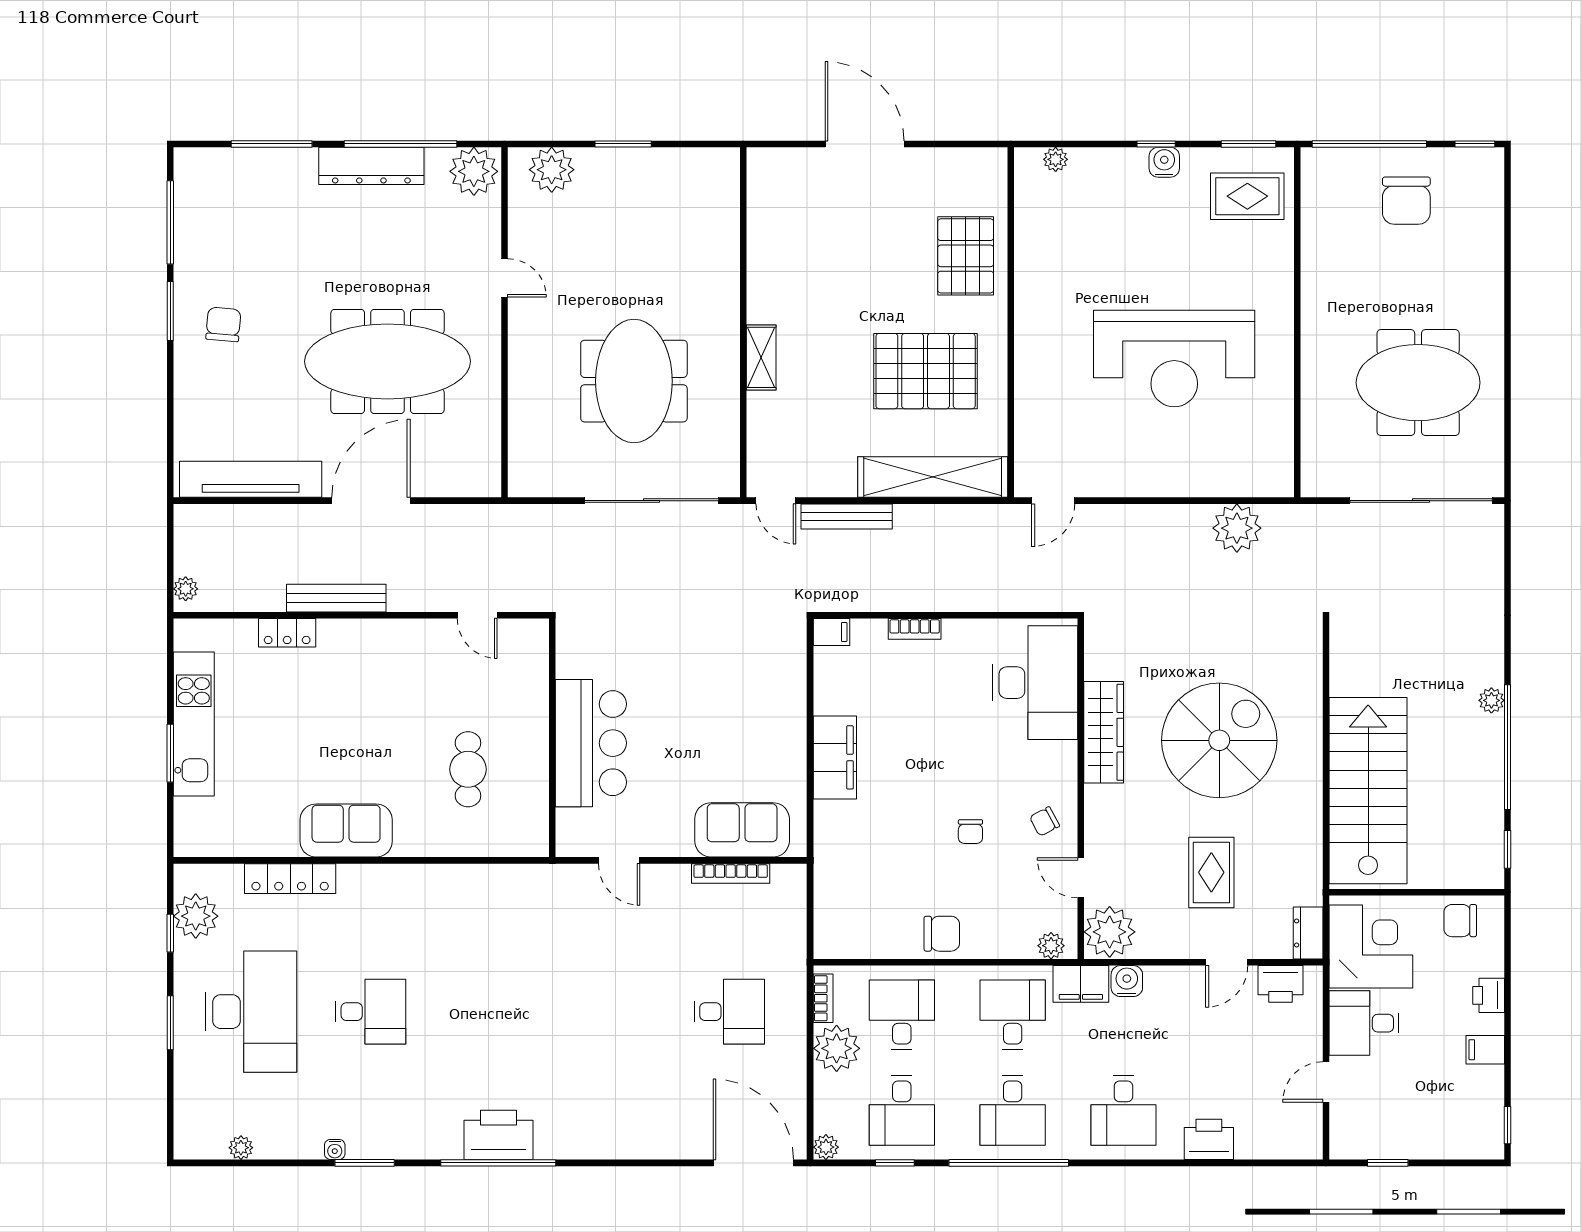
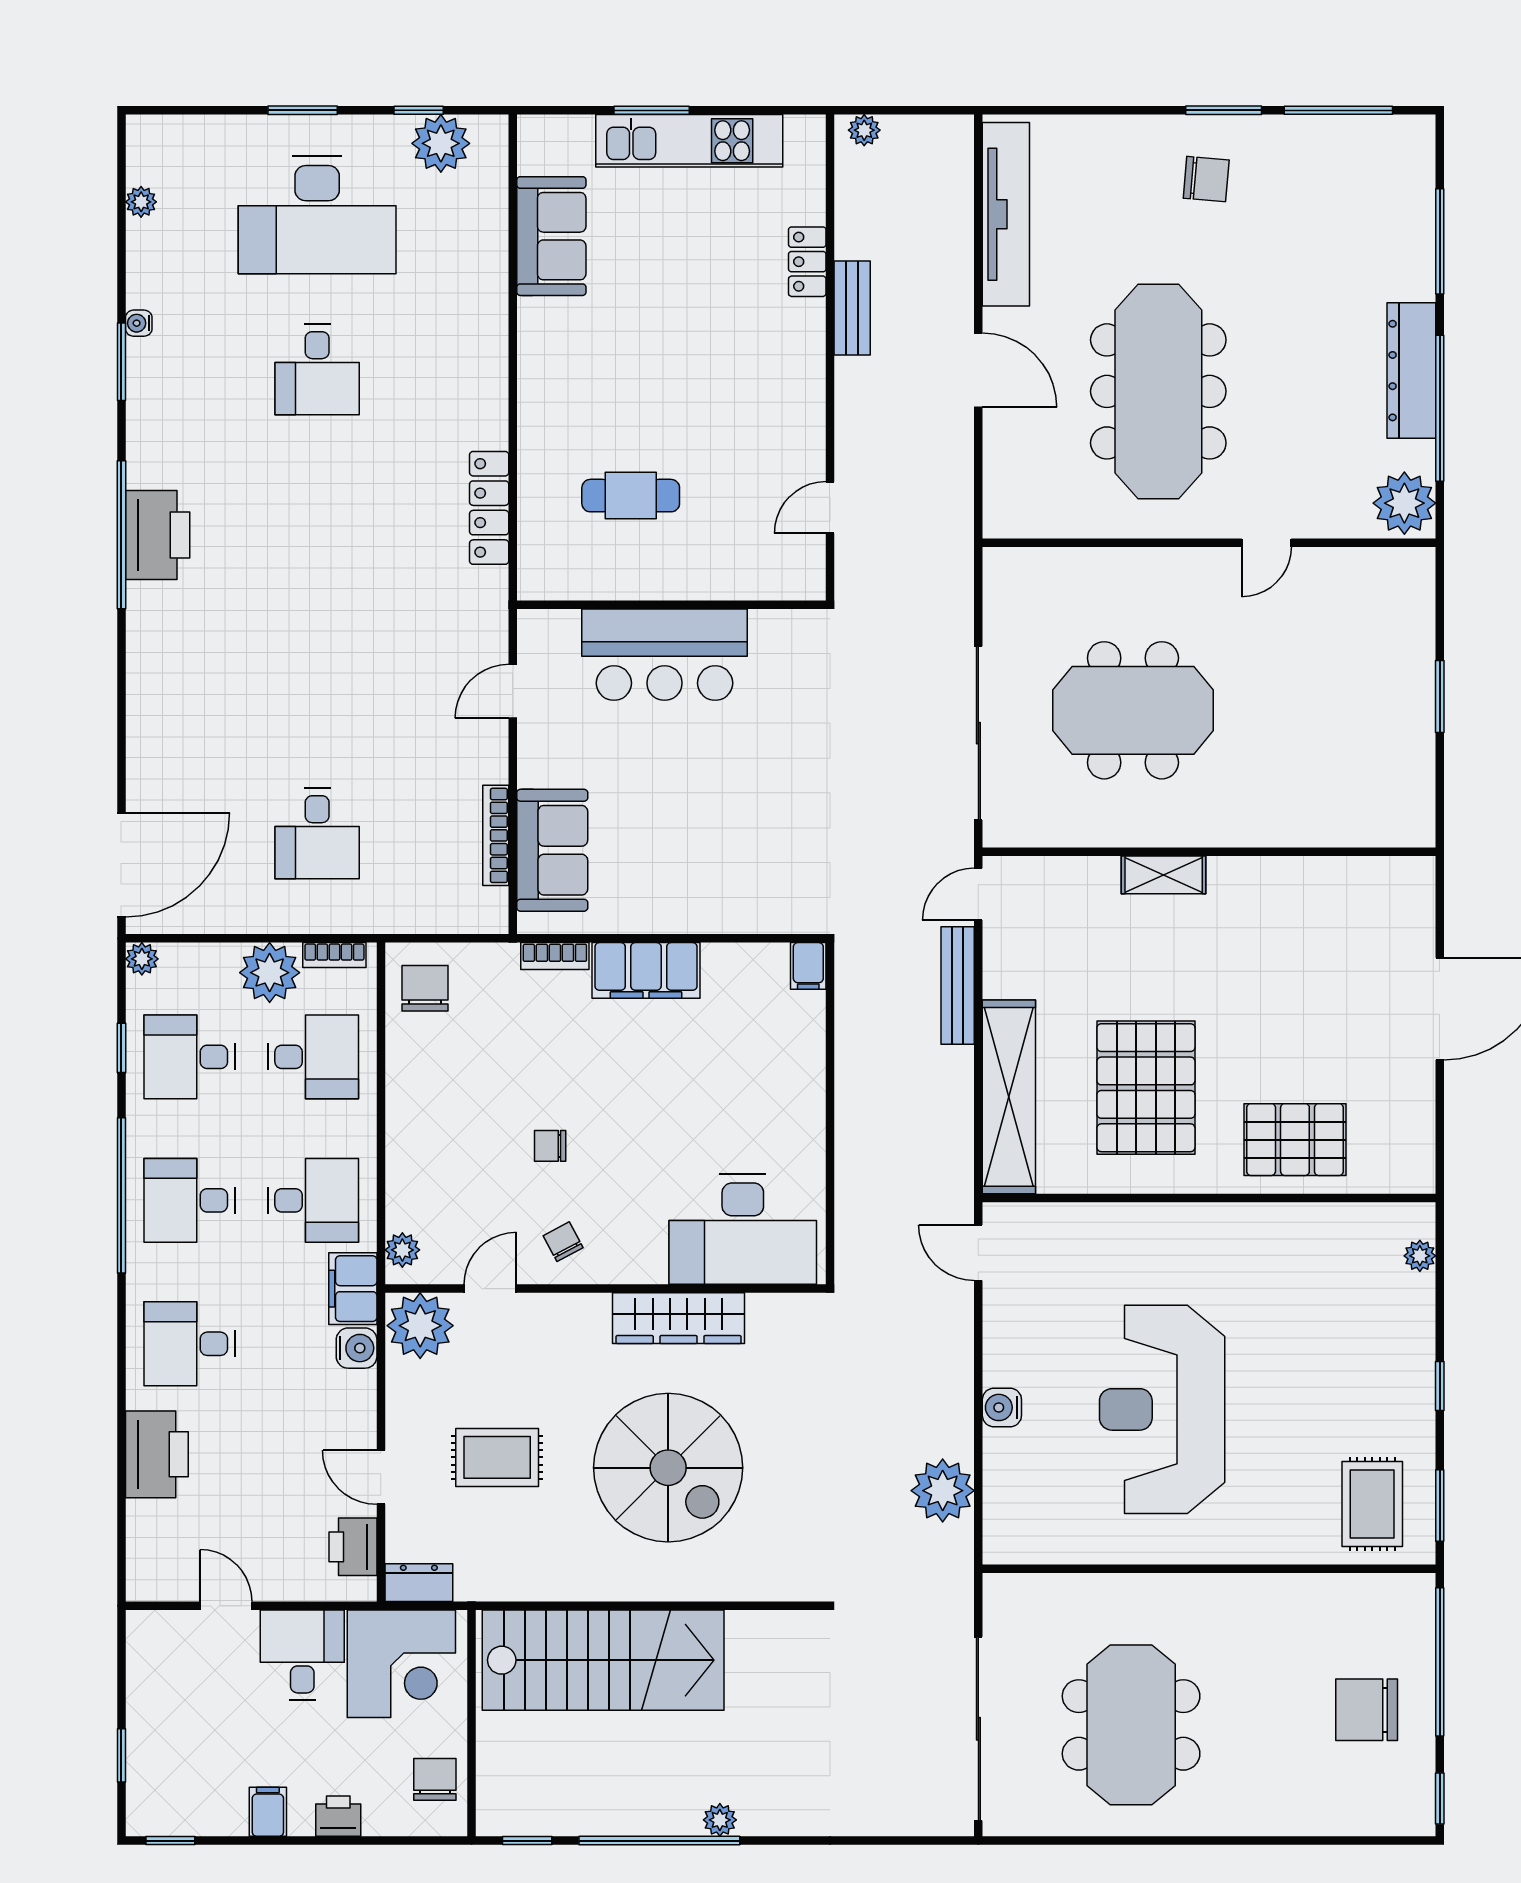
water cooler: (1164, 162) -> (1002, 1407), moved, turned 180
plant: (552, 170) -> (1406, 604), removed
door: (371, 501) -> (978, 370), width x0.73
bench: (336, 598) -> (852, 308), width x0.73
bookcase: (915, 629) -> (555, 956), moved, turned -90
sofa: (346, 831) -> (551, 236), moved
locker: (290, 879) -> (489, 508), moved
chair: (942, 934) -> (425, 988), moved, turned 180
printer: (1209, 1139) -> (157, 1454), width x1.37, depth x1.19
window: (1388, 1163) -> (121, 1755), moved

